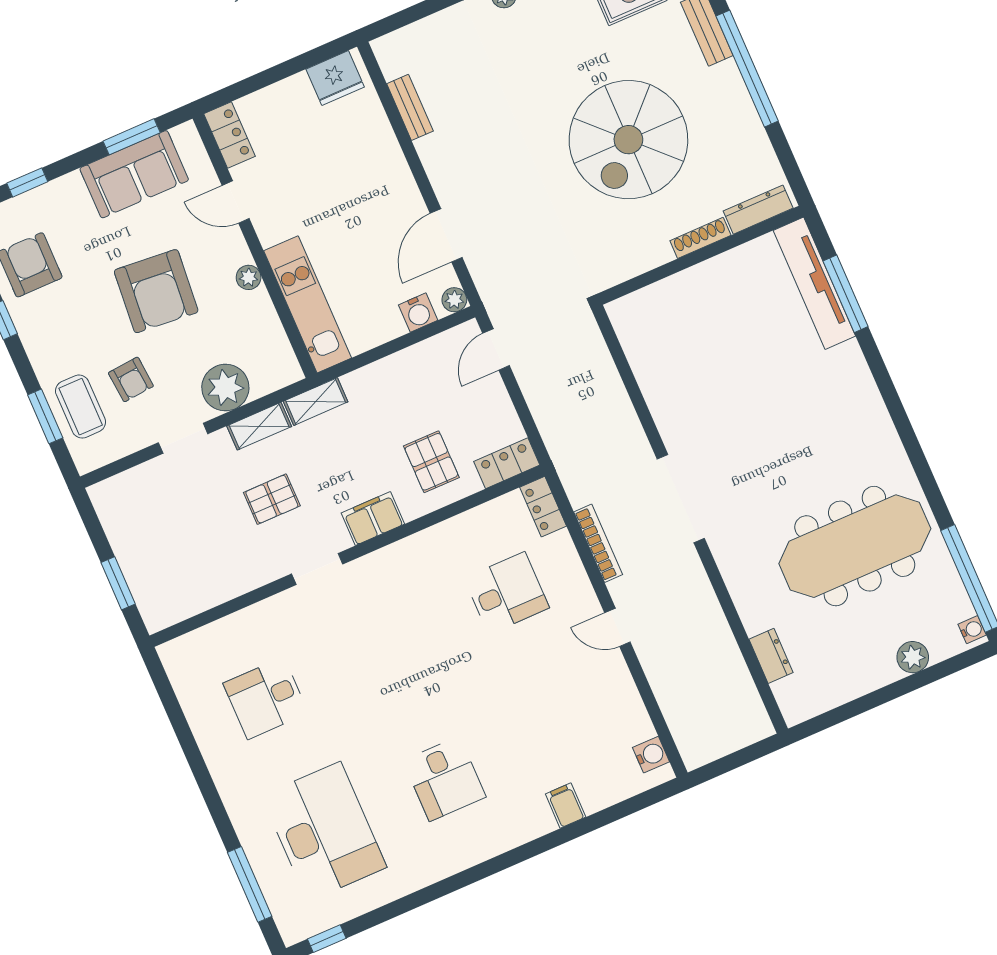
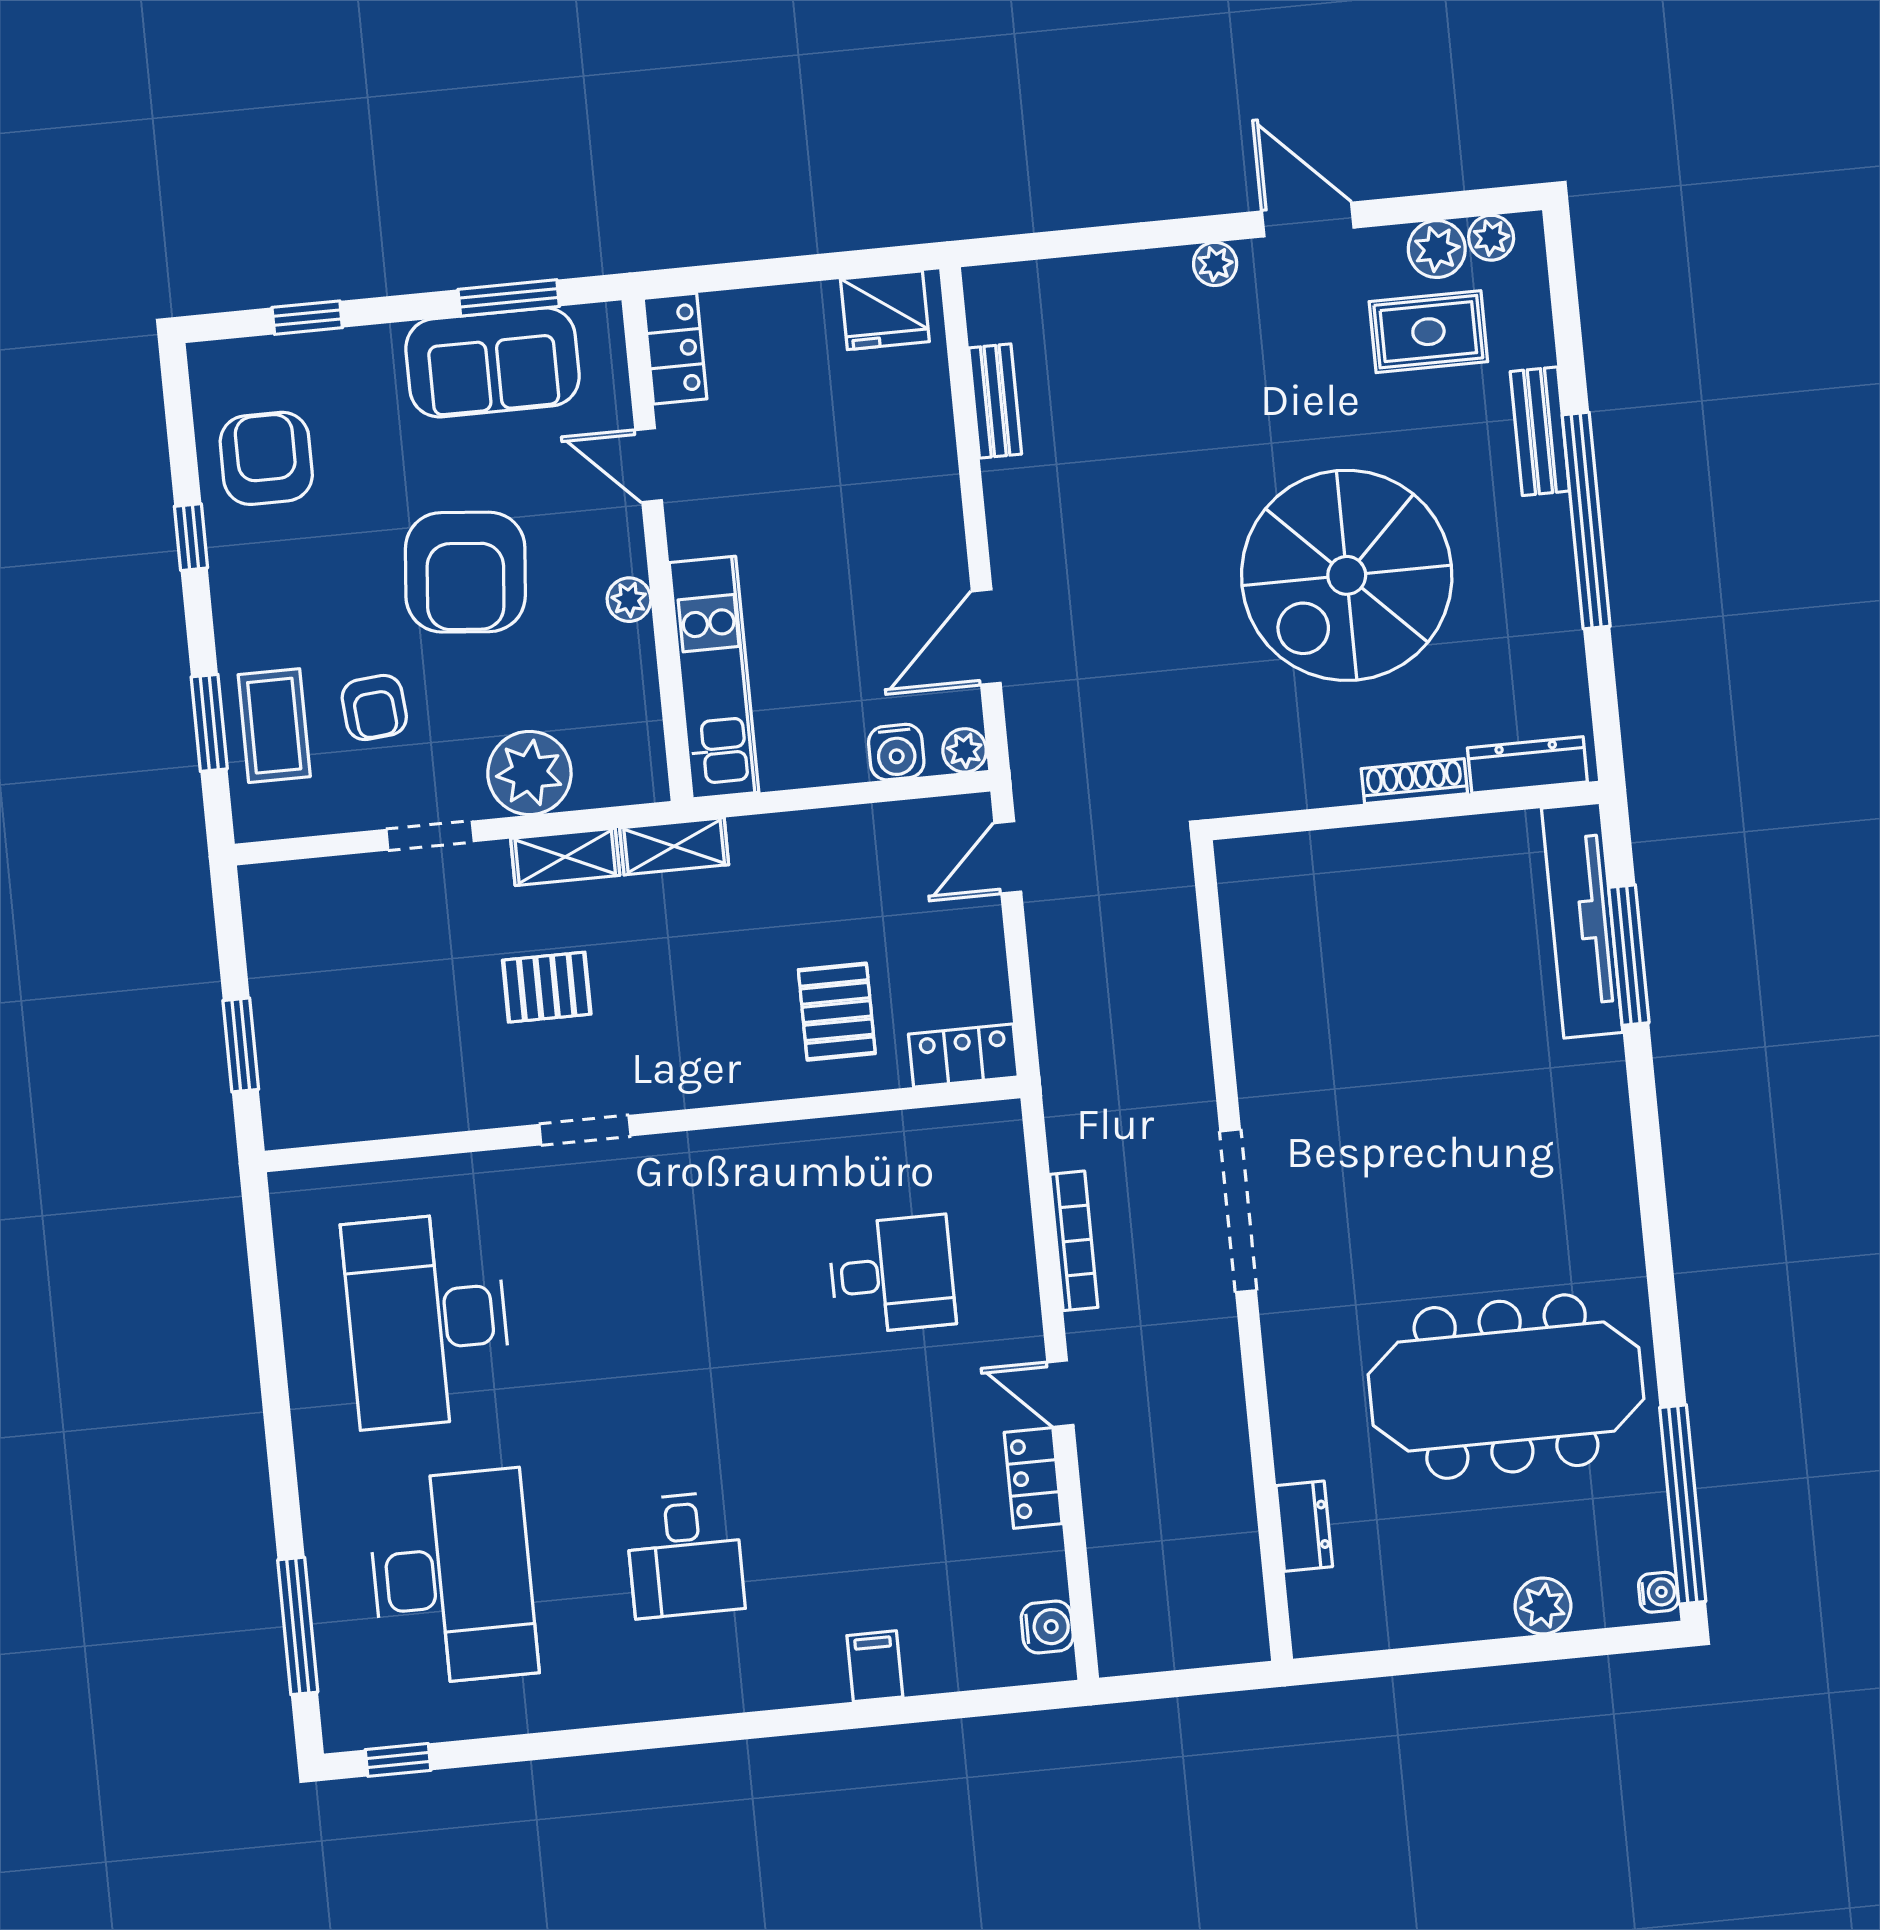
locker: (543, 507) -> (1033, 1478), moved
filing cabinet: (373, 519) -> (707, 1075), removed
desk: (266, 698) -> (427, 1320), width x1.87, depth x1.30

